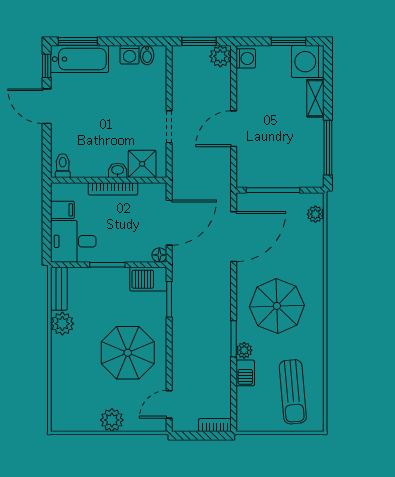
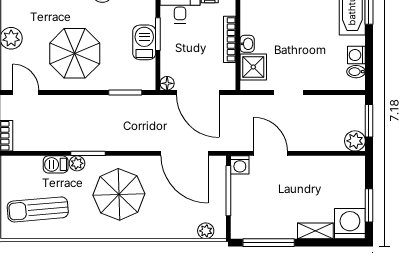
washing machine: (246, 58) -> (240, 165), moved
door: (234, 129) -> (271, 153), moved
barbecue: (148, 279) -> (144, 42), moved

